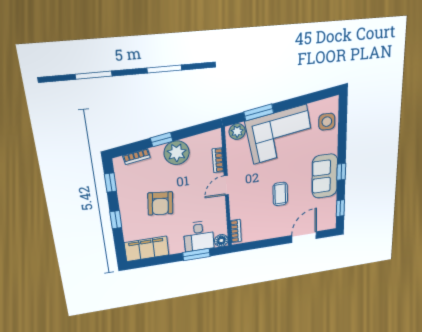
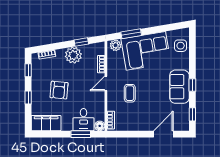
window: (162, 140) -> (81, 42), moved
coffee table: (280, 194) -> (130, 93), moved

